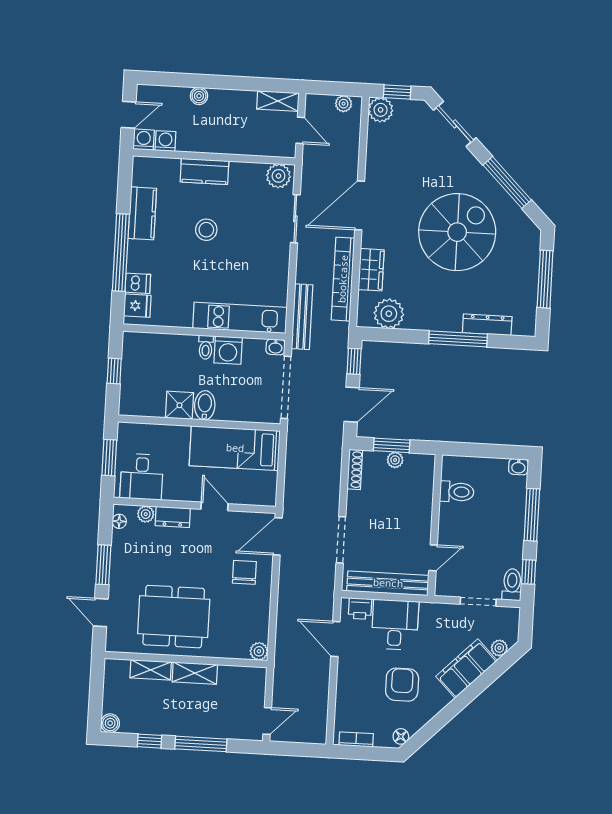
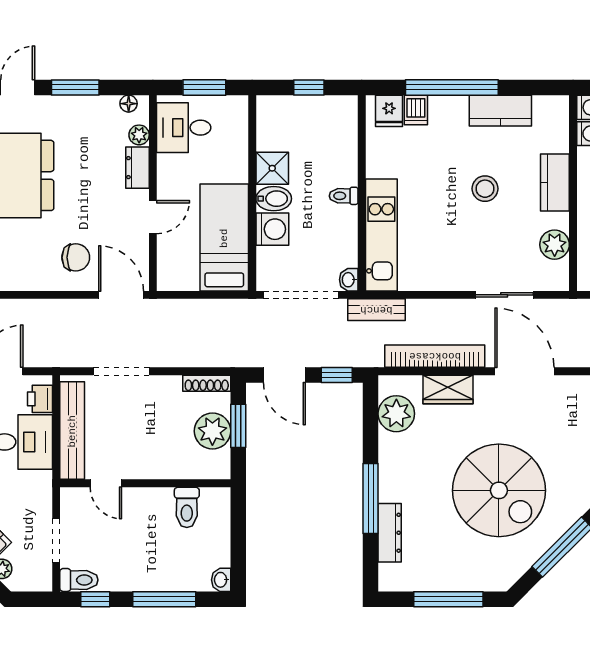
plant: (278, 176) -> (555, 245), moved
bench: (302, 317) -> (376, 310), width x0.73
washing machine: (228, 350) -> (272, 229), moved, turned 180
plant: (395, 460) -> (212, 431), width x1.87, depth x1.87

